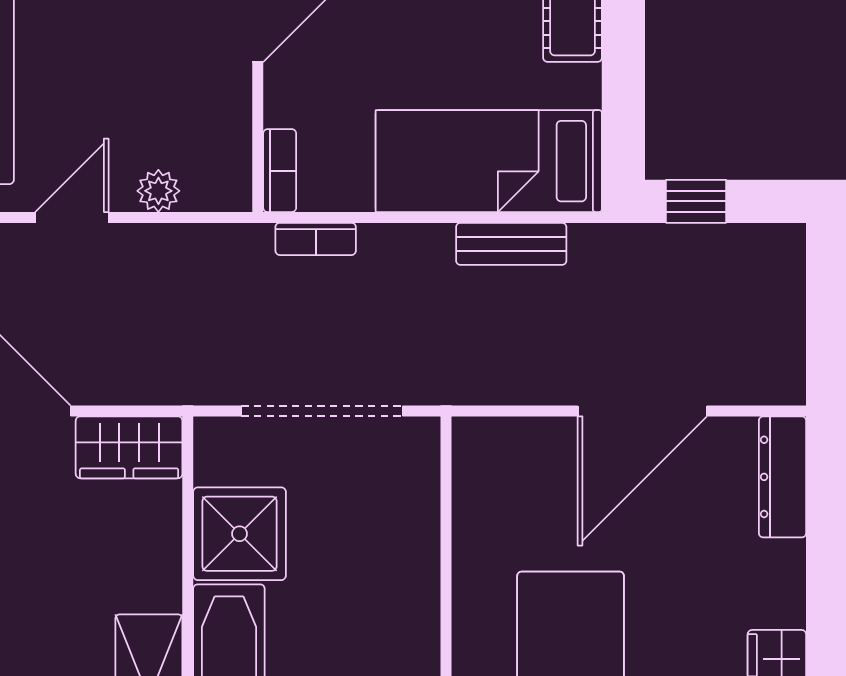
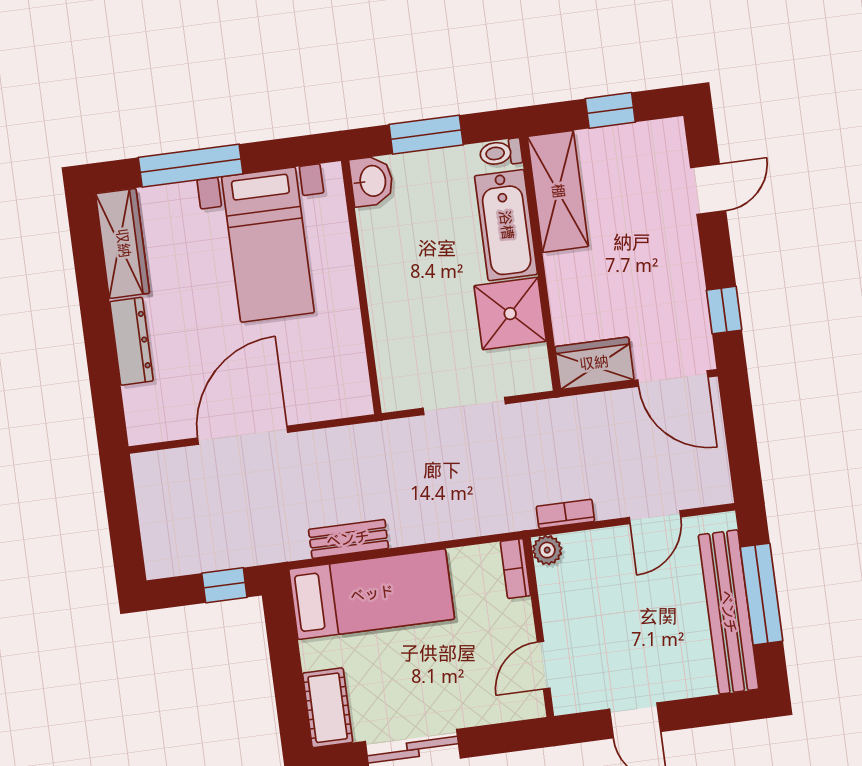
plant: (158, 191) -> (547, 550), moved
bookcase: (316, 239) -> (565, 514), moved
doorway: (322, 411) -> (464, 406), width x0.73
dresser: (783, 477) -> (131, 341), moved

